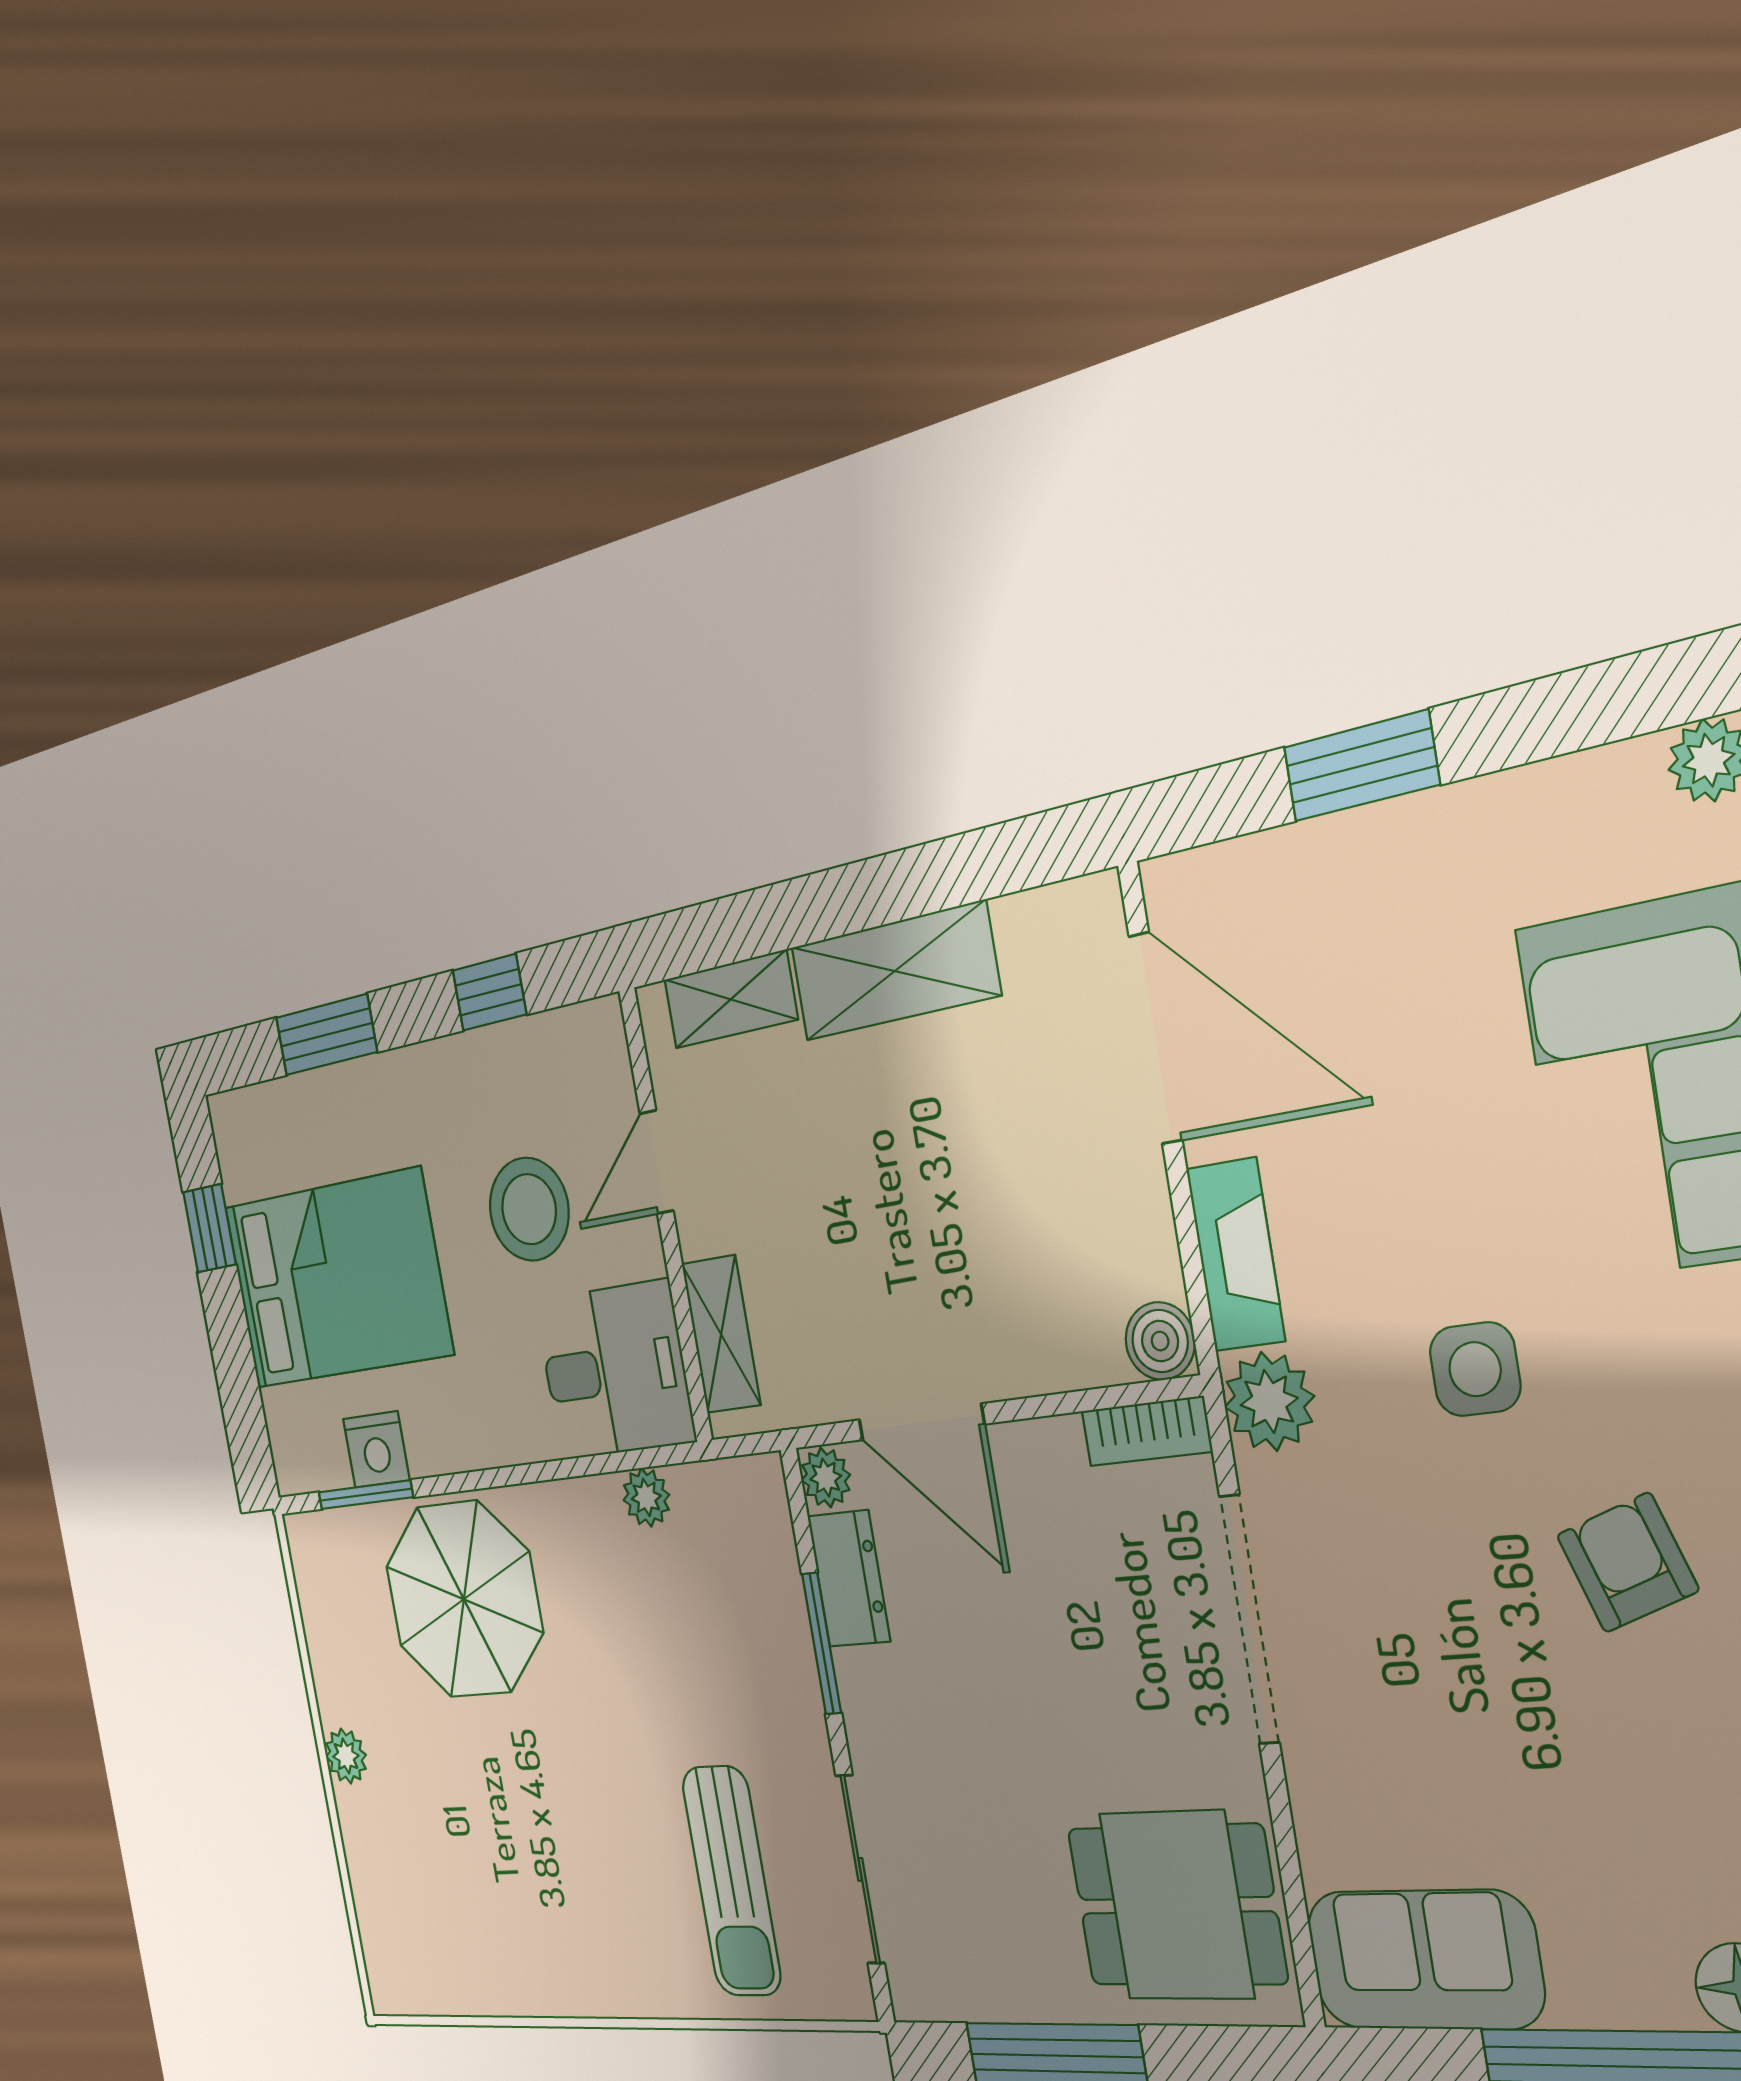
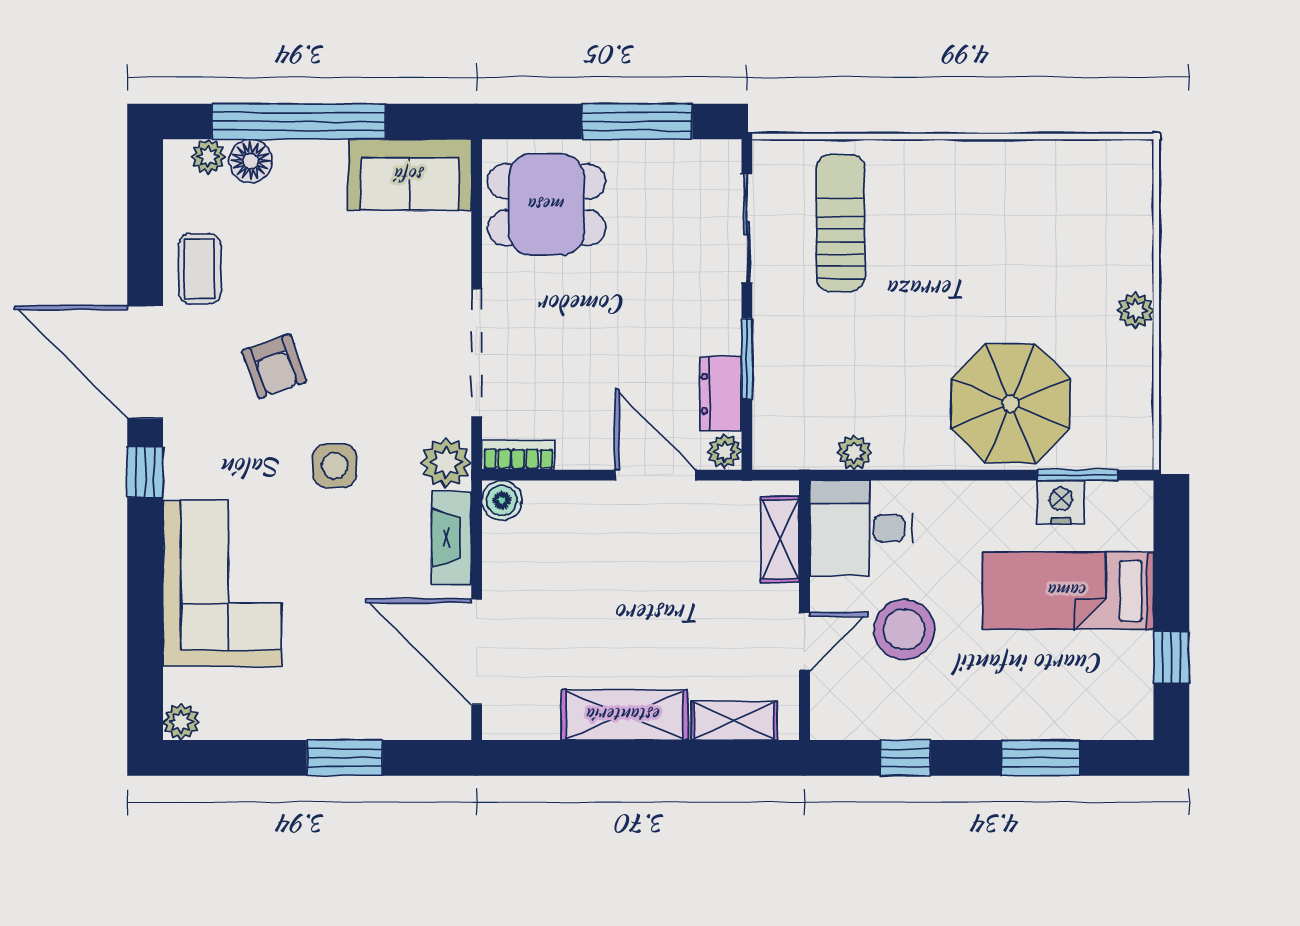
bed: (337, 1280) -> (1068, 591), width x0.67

